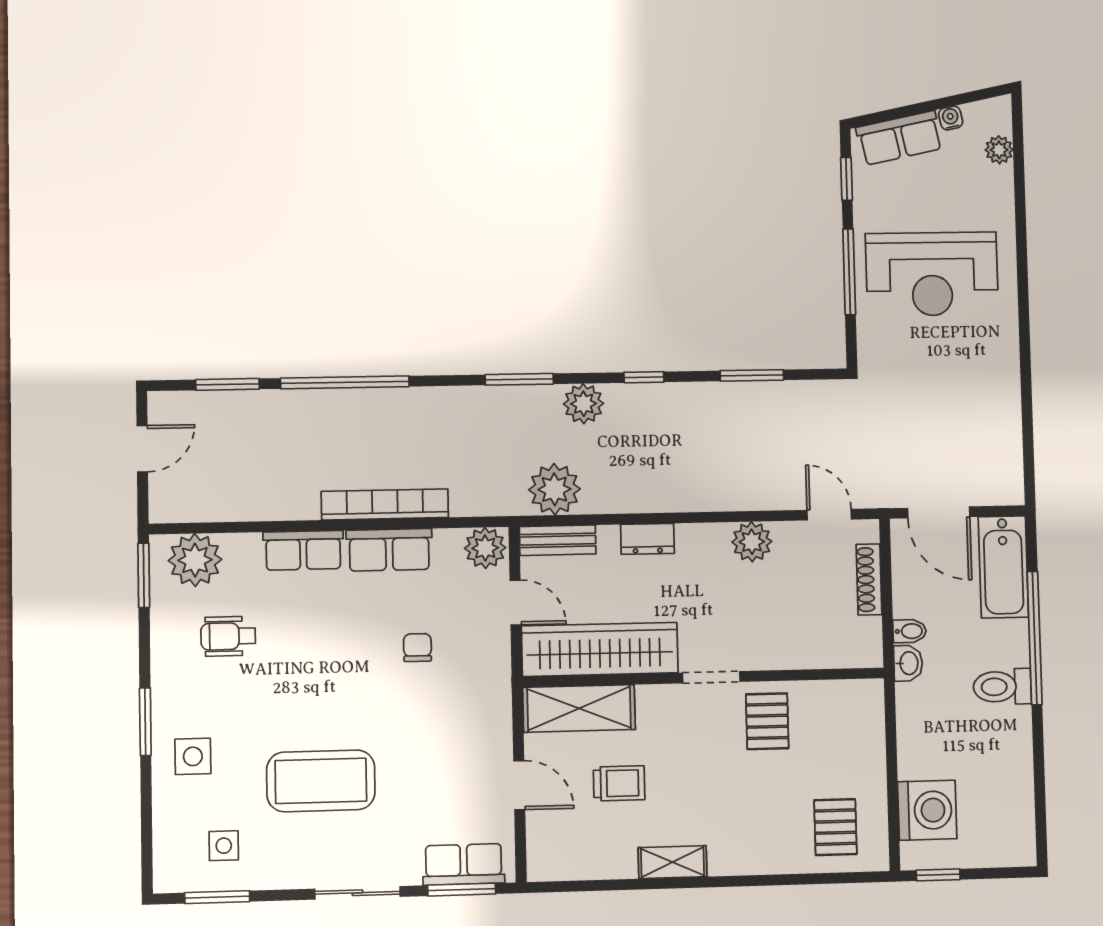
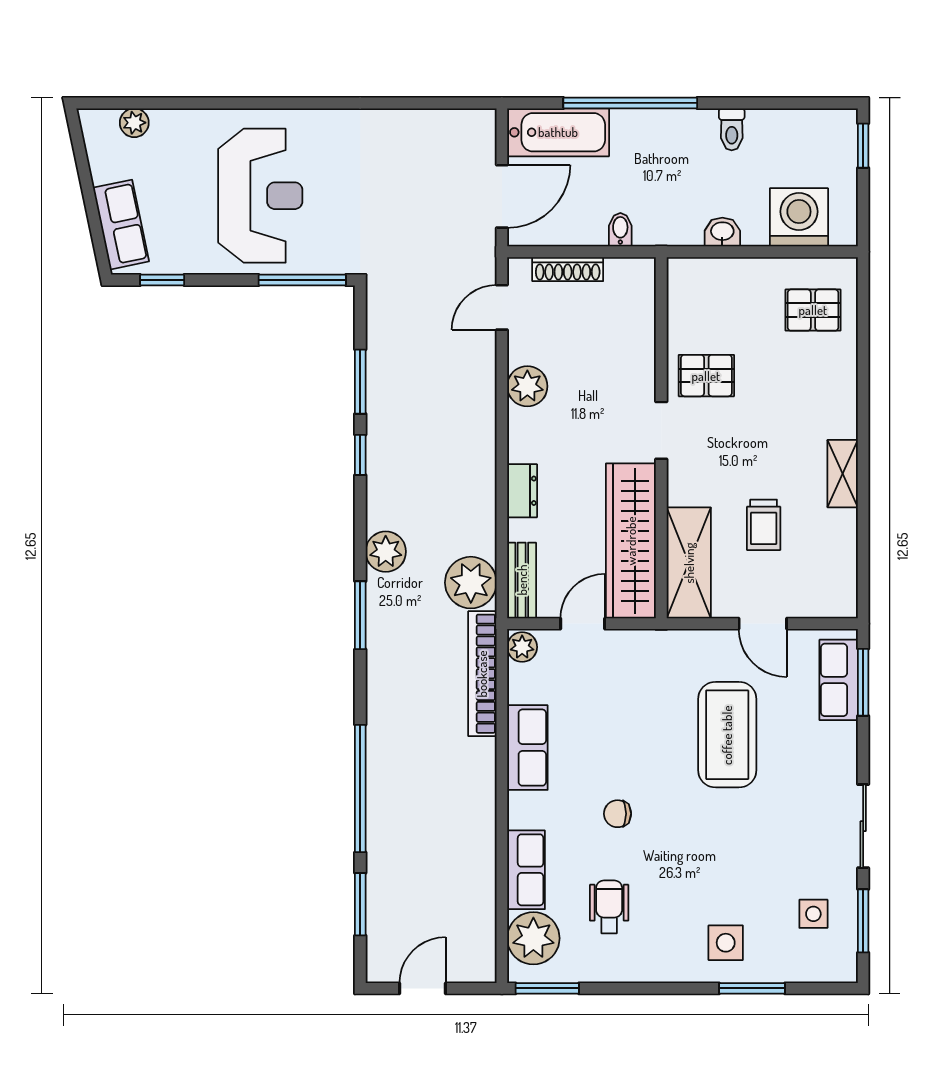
water cooler: (951, 118) -> (101, 172), removed
window: (849, 272) -> (302, 280), moved
window: (644, 377) -> (360, 455), moved
door: (142, 449) -> (423, 988), hinge flipped
bookcase: (385, 504) -> (482, 674), moved
plant: (485, 548) -> (522, 647), width x0.73, depth x0.73
row of seats: (303, 550) -> (526, 870), moved
wheelchair: (228, 636) -> (609, 907), turned 180
chair: (417, 648) -> (618, 814), moved
washbasin: (908, 663) -> (722, 232), moved
toilet: (1002, 687) -> (732, 129), moved, width x0.73, depth x0.72
window: (145, 722) -> (752, 988), moved
coffee table: (321, 781) -> (727, 735), moved
trolley: (619, 783) -> (764, 525), turned 180
door: (519, 785) -> (763, 624), swing flipped
window: (938, 875) -> (863, 146), moved
sliding door: (357, 893) -> (863, 826), moved

